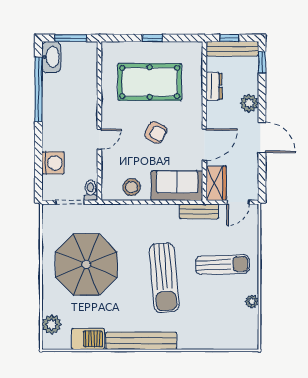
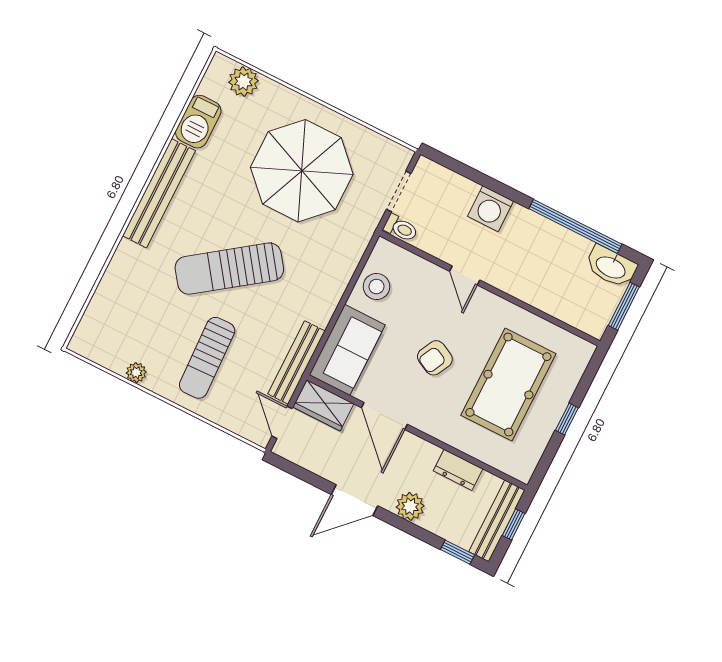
washing machine: (53, 163) -> (490, 209), moved
bench: (199, 211) -> (296, 362), width x1.36
sun lounger: (164, 278) -> (229, 269), turned -31

